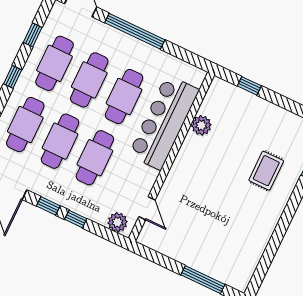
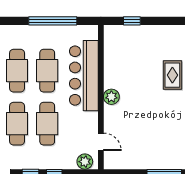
window: (135, 31) -> (53, 21), moved
plant: (201, 125) -> (111, 97), moved

